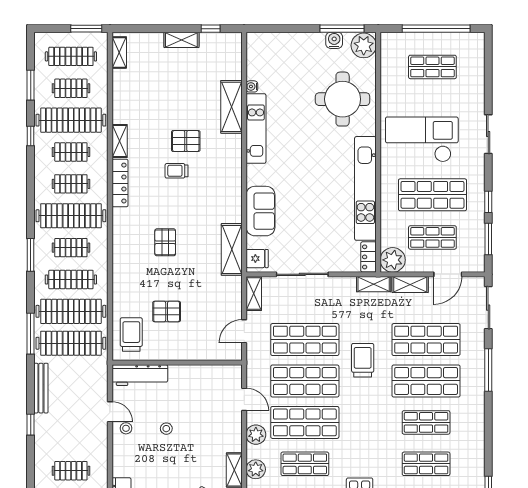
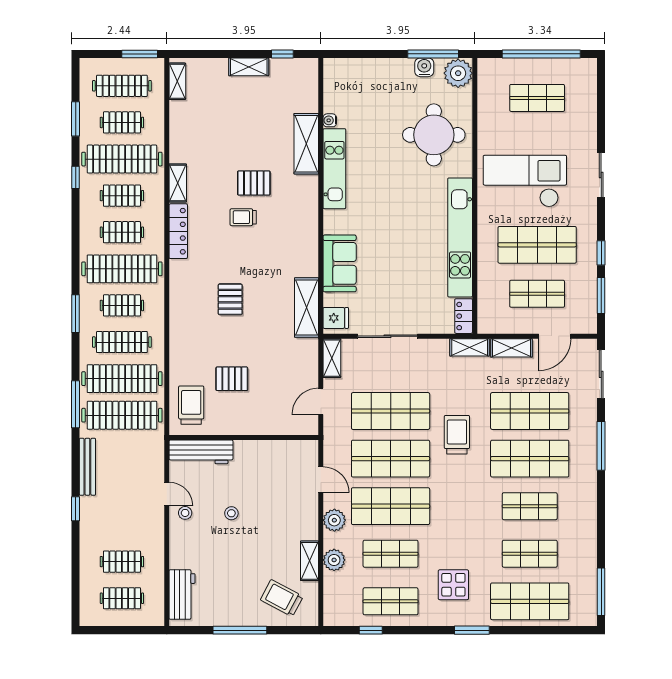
plant: (393, 260) -> (491, 320), removed

